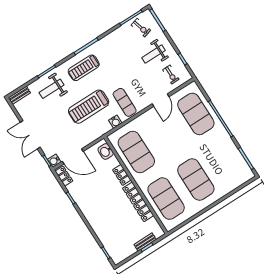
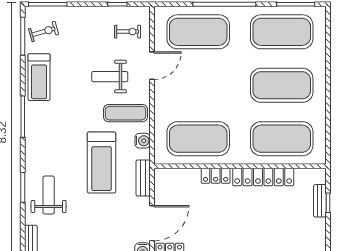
weight bench: (154, 54) -> (110, 77), moved, turned 90
treadmill: (84, 68) -> (39, 77), moved
weight bench: (52, 89) -> (49, 195), turned 180
door: (161, 100) -> (152, 66), hinge flipped
bench: (95, 135) -> (143, 178), added
washbasin: (106, 151) -> (172, 177), removed
exercise mat: (226, 160) -> (282, 32), added

